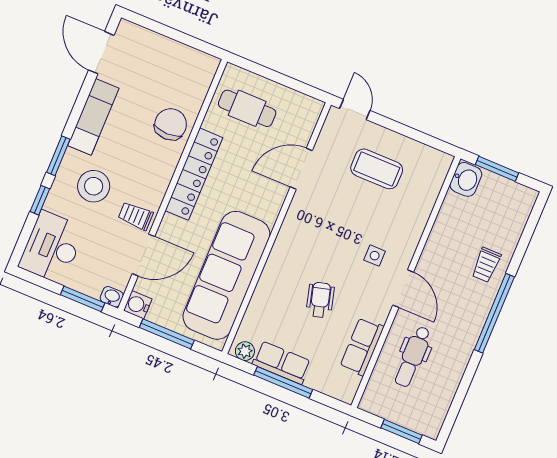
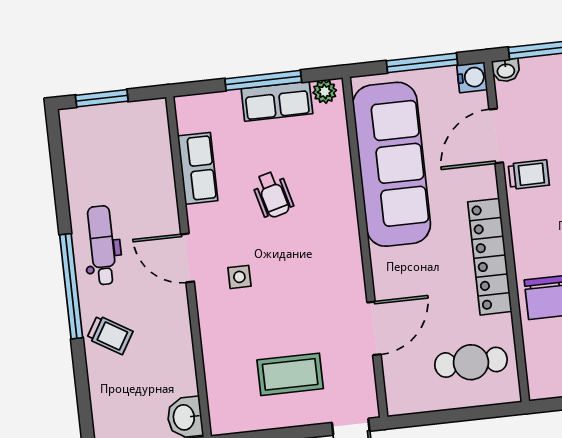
trolley: (486, 265) -> (110, 335), turned 121
dental chair: (413, 357) -> (102, 245), moved

